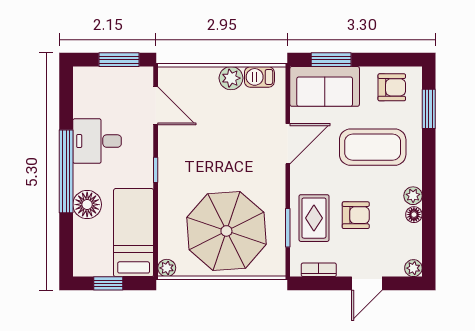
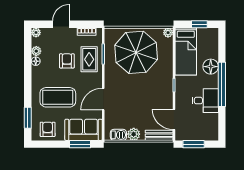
bench: (184, 76) -> (159, 135), added
armchair: (392, 87) -> (48, 129), turned 90
plant: (413, 196) -> (36, 51), moved
armchair: (356, 215) -> (67, 61), turned 90

